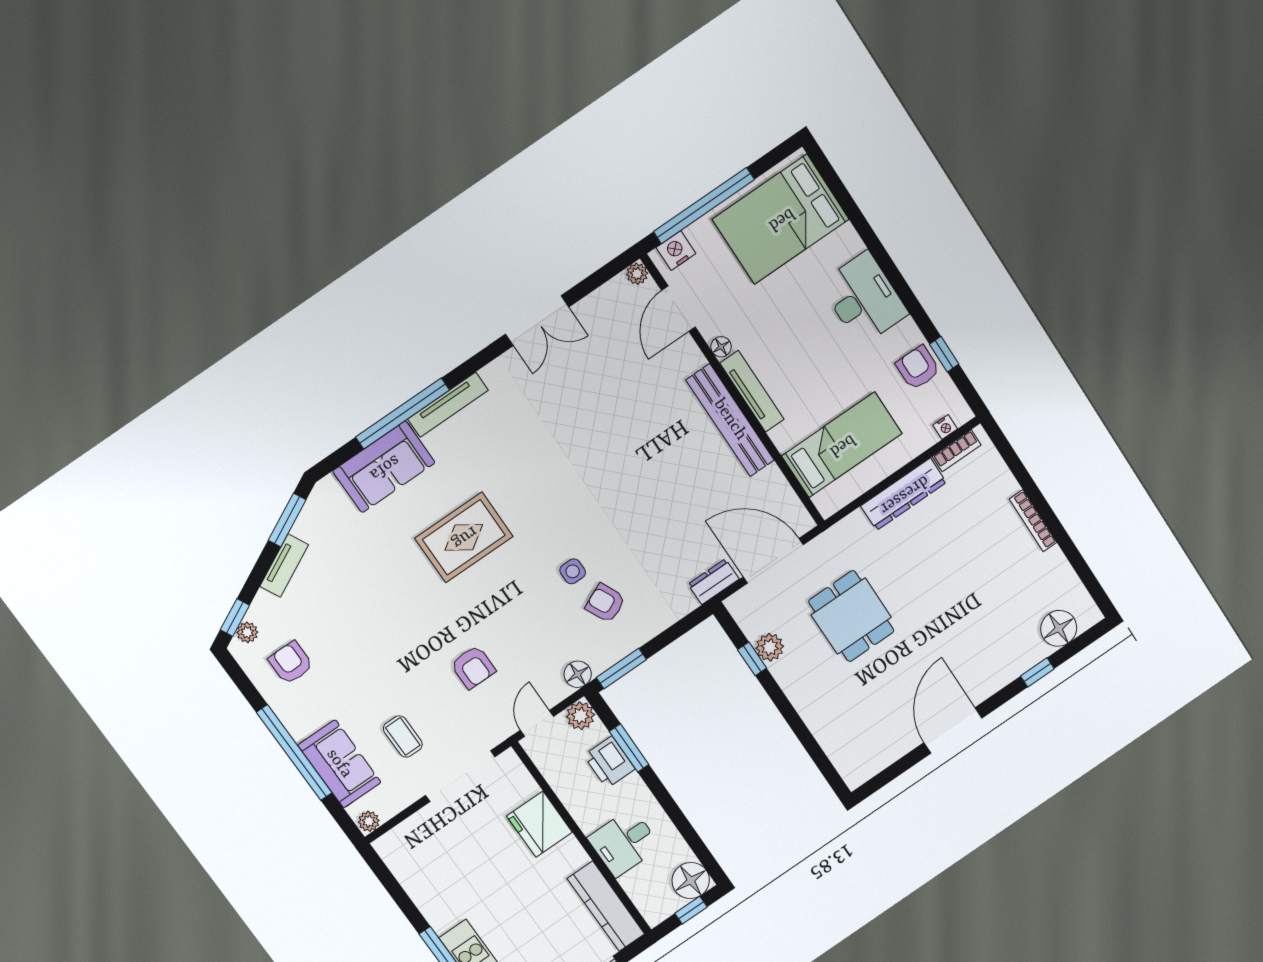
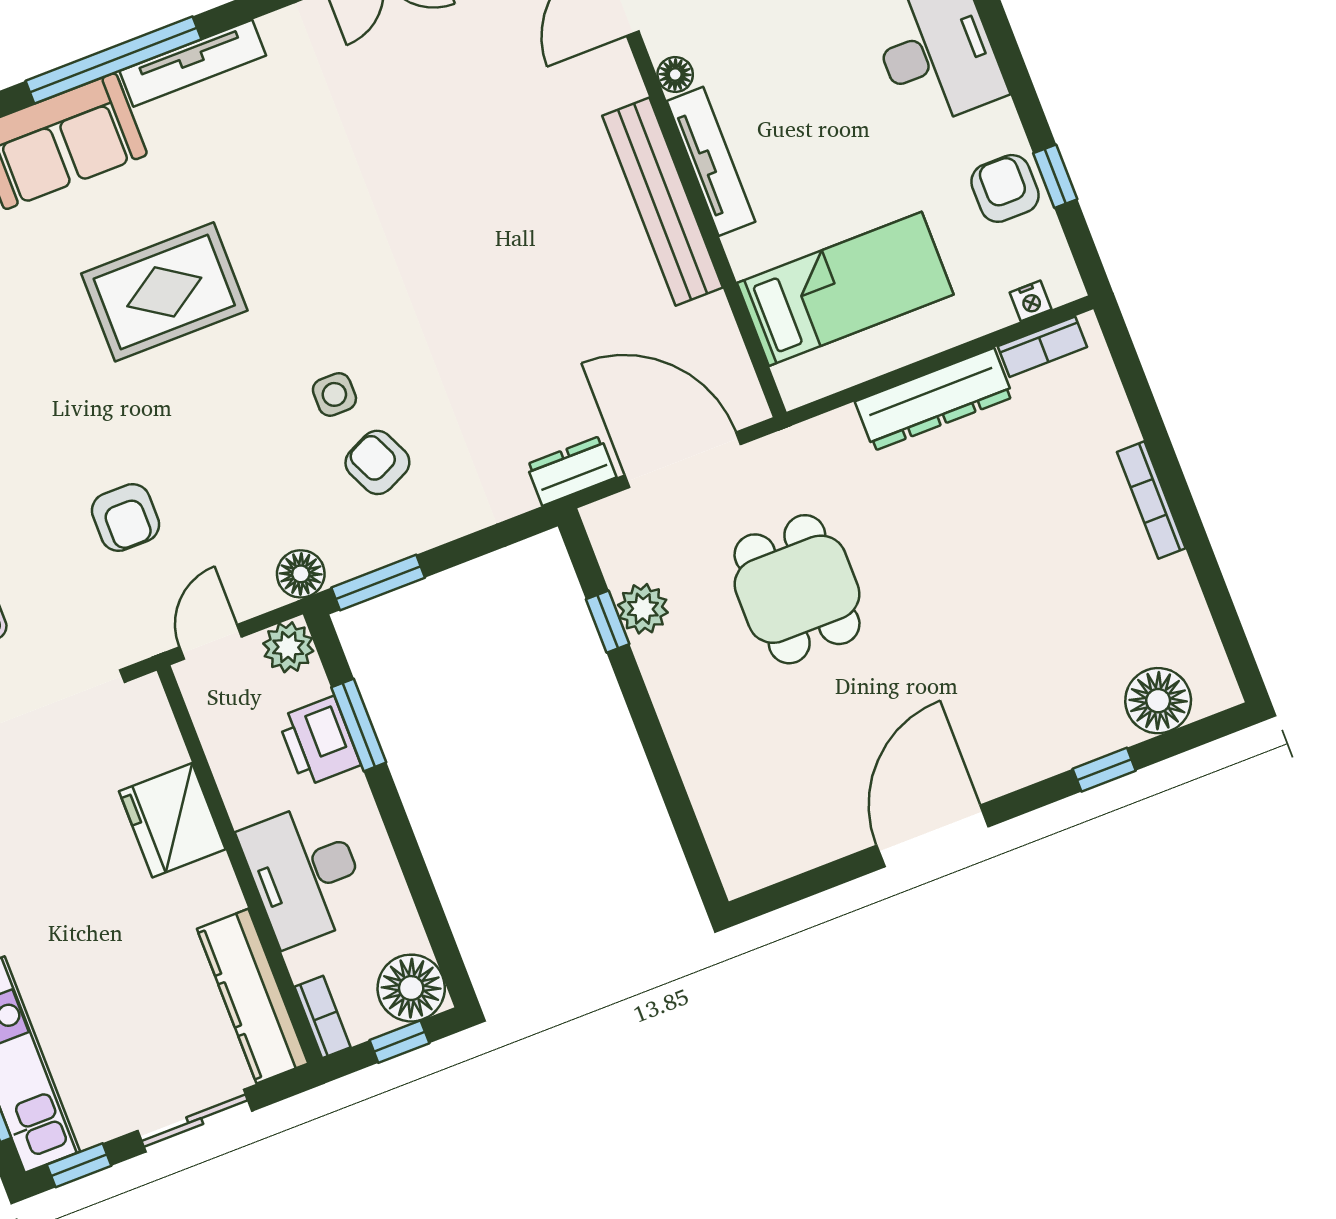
desk: (624, 842) -> (305, 874), width x1.37
bookcase: (646, 908) -> (323, 1017), added

